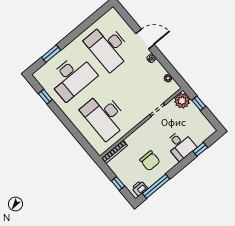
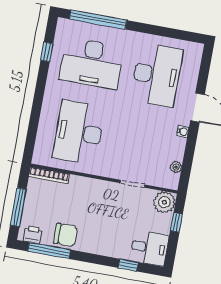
desk: (108, 47) -> (157, 75), turned 180
window: (51, 54) -> (98, 20), width x2.11
desk: (180, 145) -> (149, 248), moved, turned -90
chair: (150, 161) -> (66, 235), moved, turned -90
window: (118, 183) -> (18, 207), width x2.17

